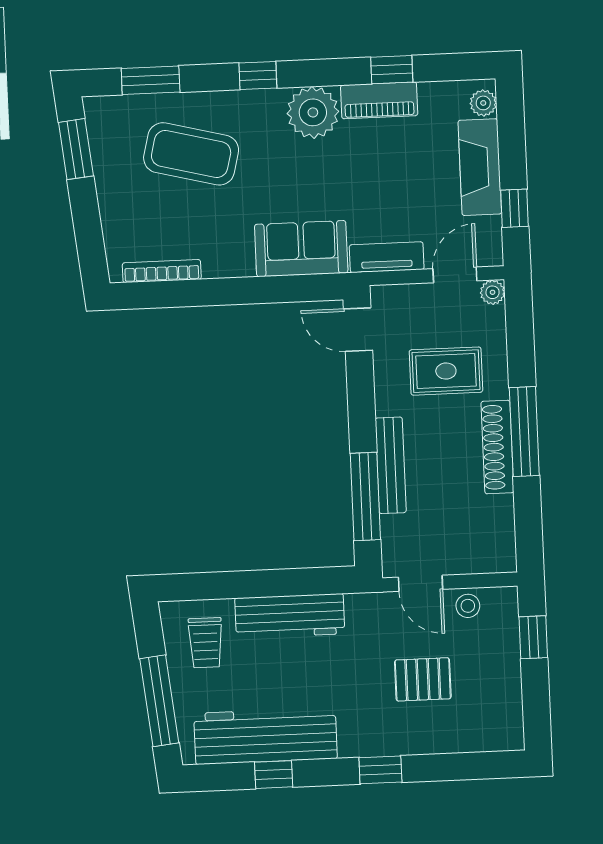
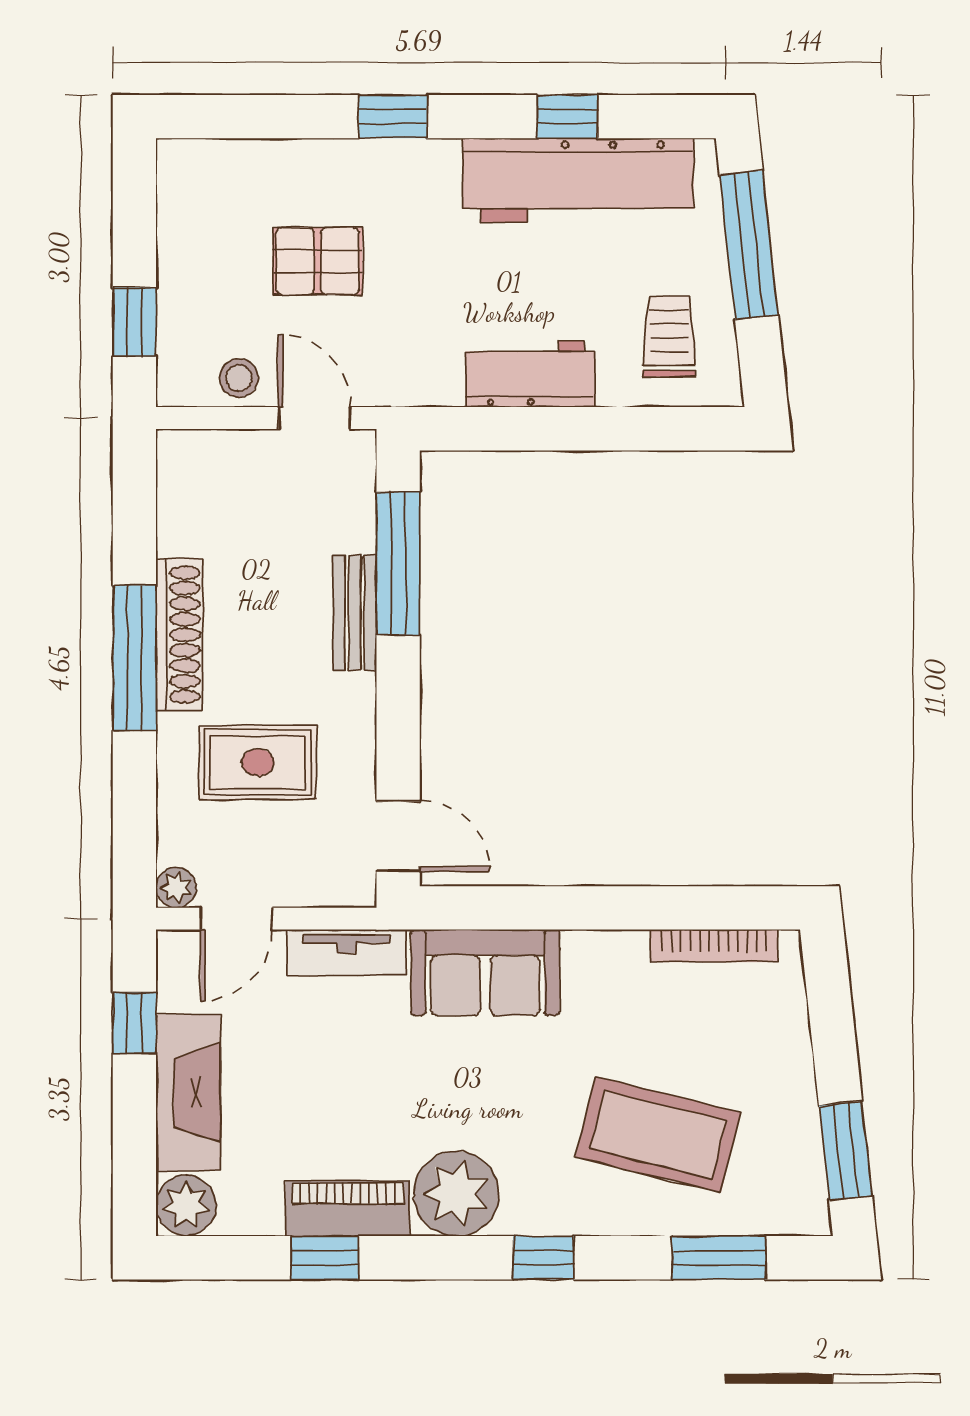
plant: (483, 103) -> (186, 1205), width x1.38, depth x1.38
bench: (391, 465) -> (355, 613), width x0.73
workbench: (290, 616) -> (530, 374), width x0.73

